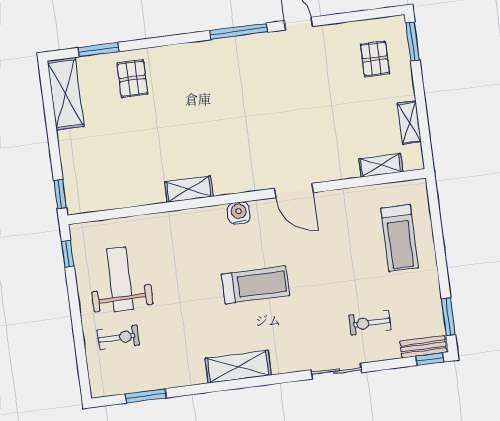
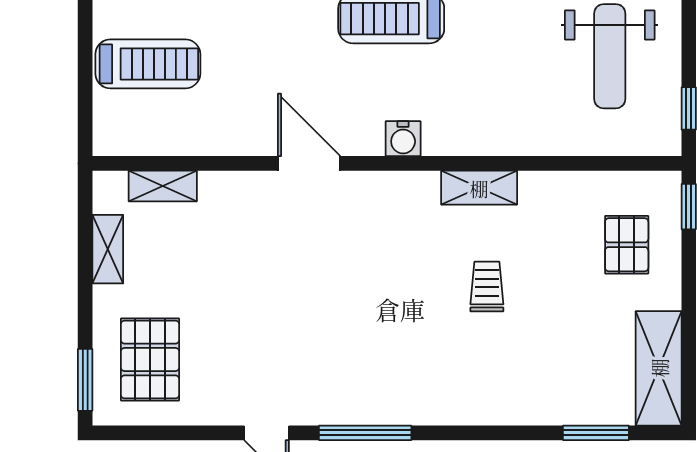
pallet: (375, 59) -> (150, 359), width x1.50, depth x1.42
pallet: (132, 79) -> (627, 245), moved
trolley: (176, 130) -> (487, 287), added
treadmill: (400, 238) -> (148, 64), turned 90

